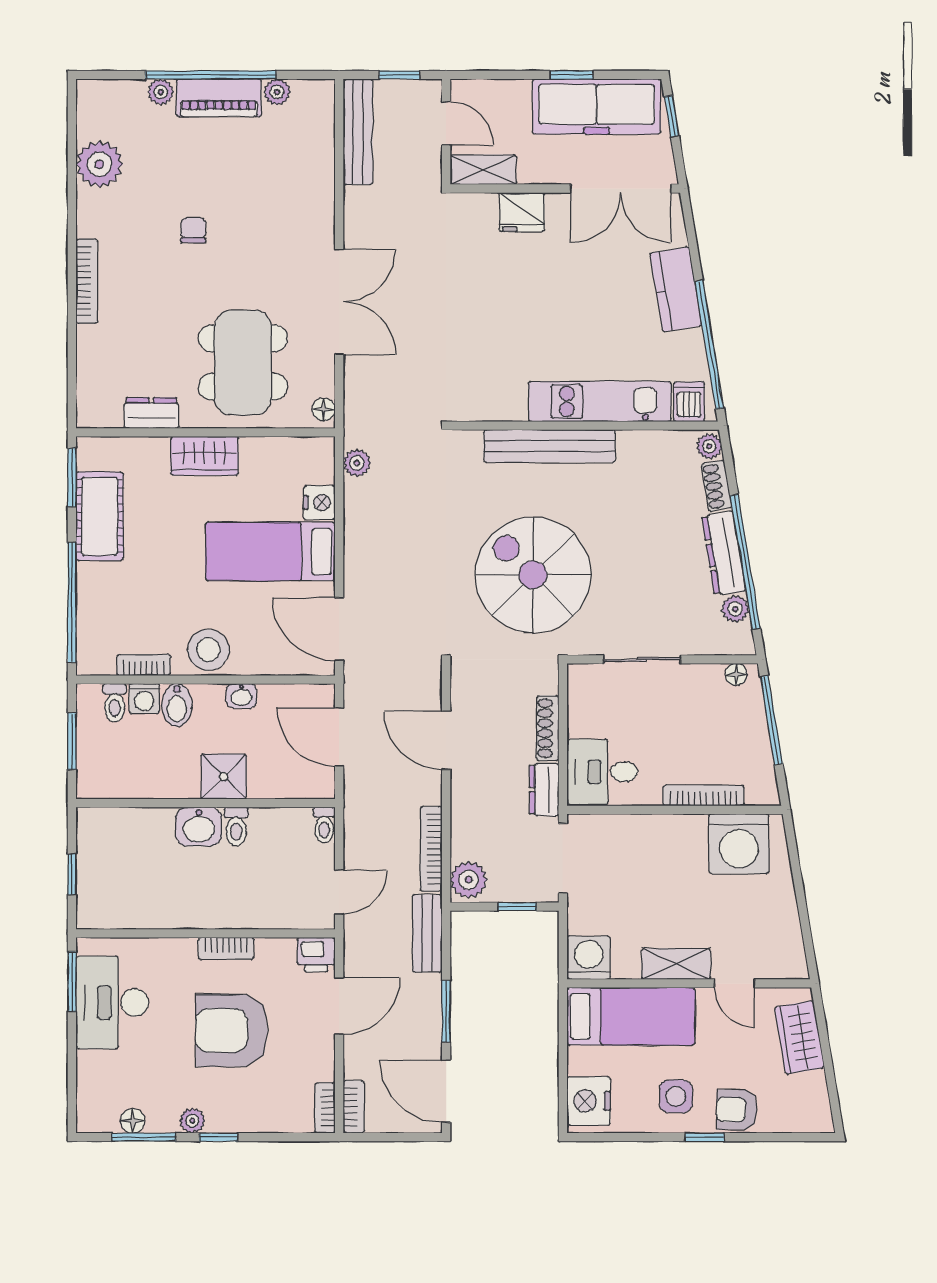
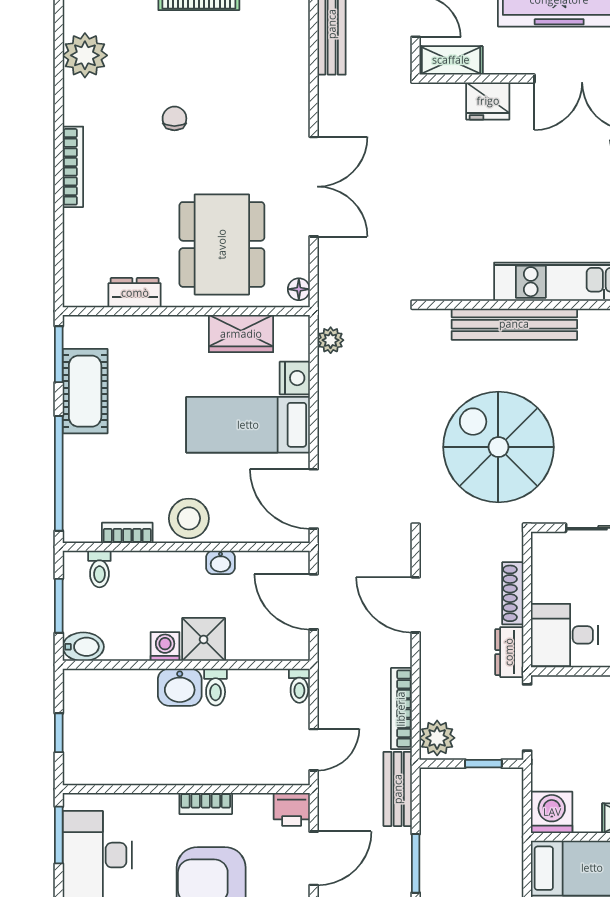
wardrobe: (204, 456) -> (241, 334), moved
washing machine: (144, 699) -> (165, 647), moved, turned 180
bidet: (177, 705) -> (83, 647), moved, turned -90

